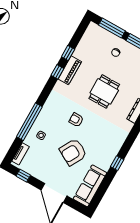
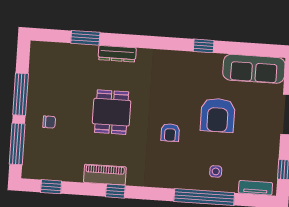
window: (68, 53) -> (51, 187), moved
dining table: (104, 91) -> (112, 112), turned 90
armchair: (73, 152) -> (218, 115), turned 61

